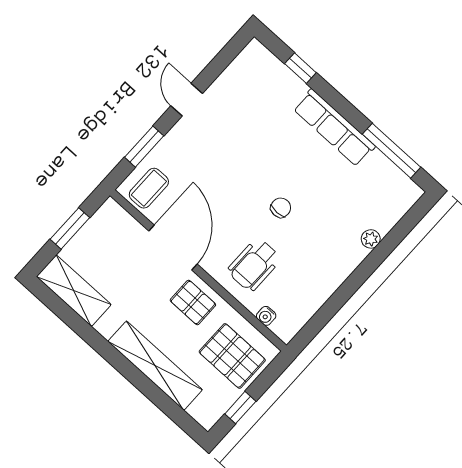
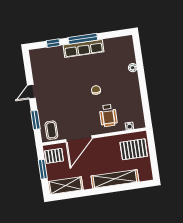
door: (187, 100) -> (31, 92), hinge flipped
window: (392, 151) -> (83, 39), moved
door: (173, 248) -> (79, 139), swing flipped
pallet: (193, 303) -> (54, 156), moved
window: (240, 408) -> (154, 161), removed

